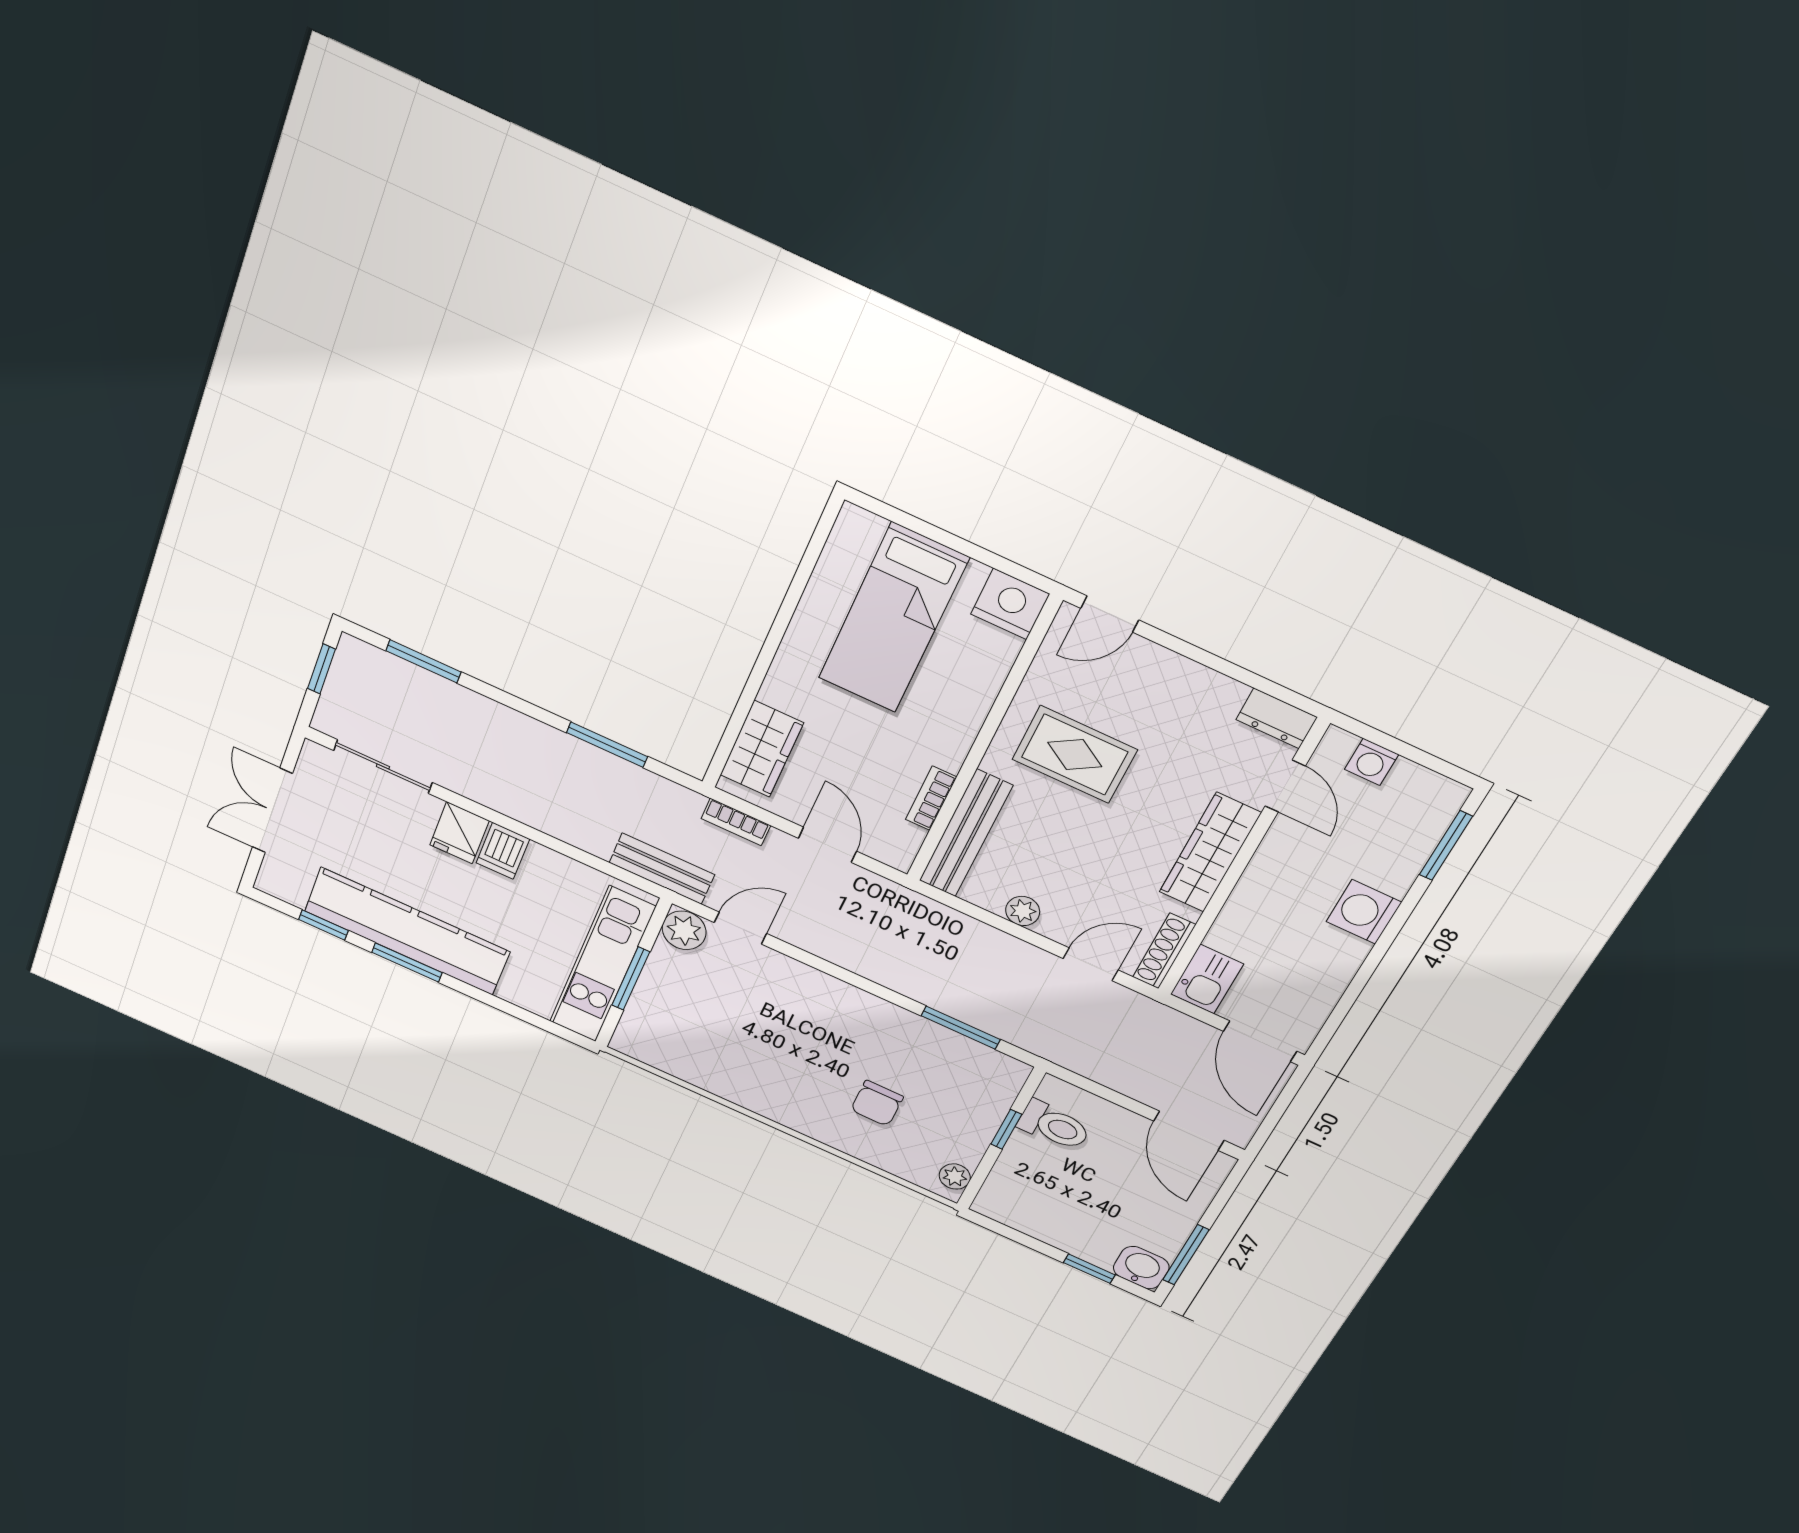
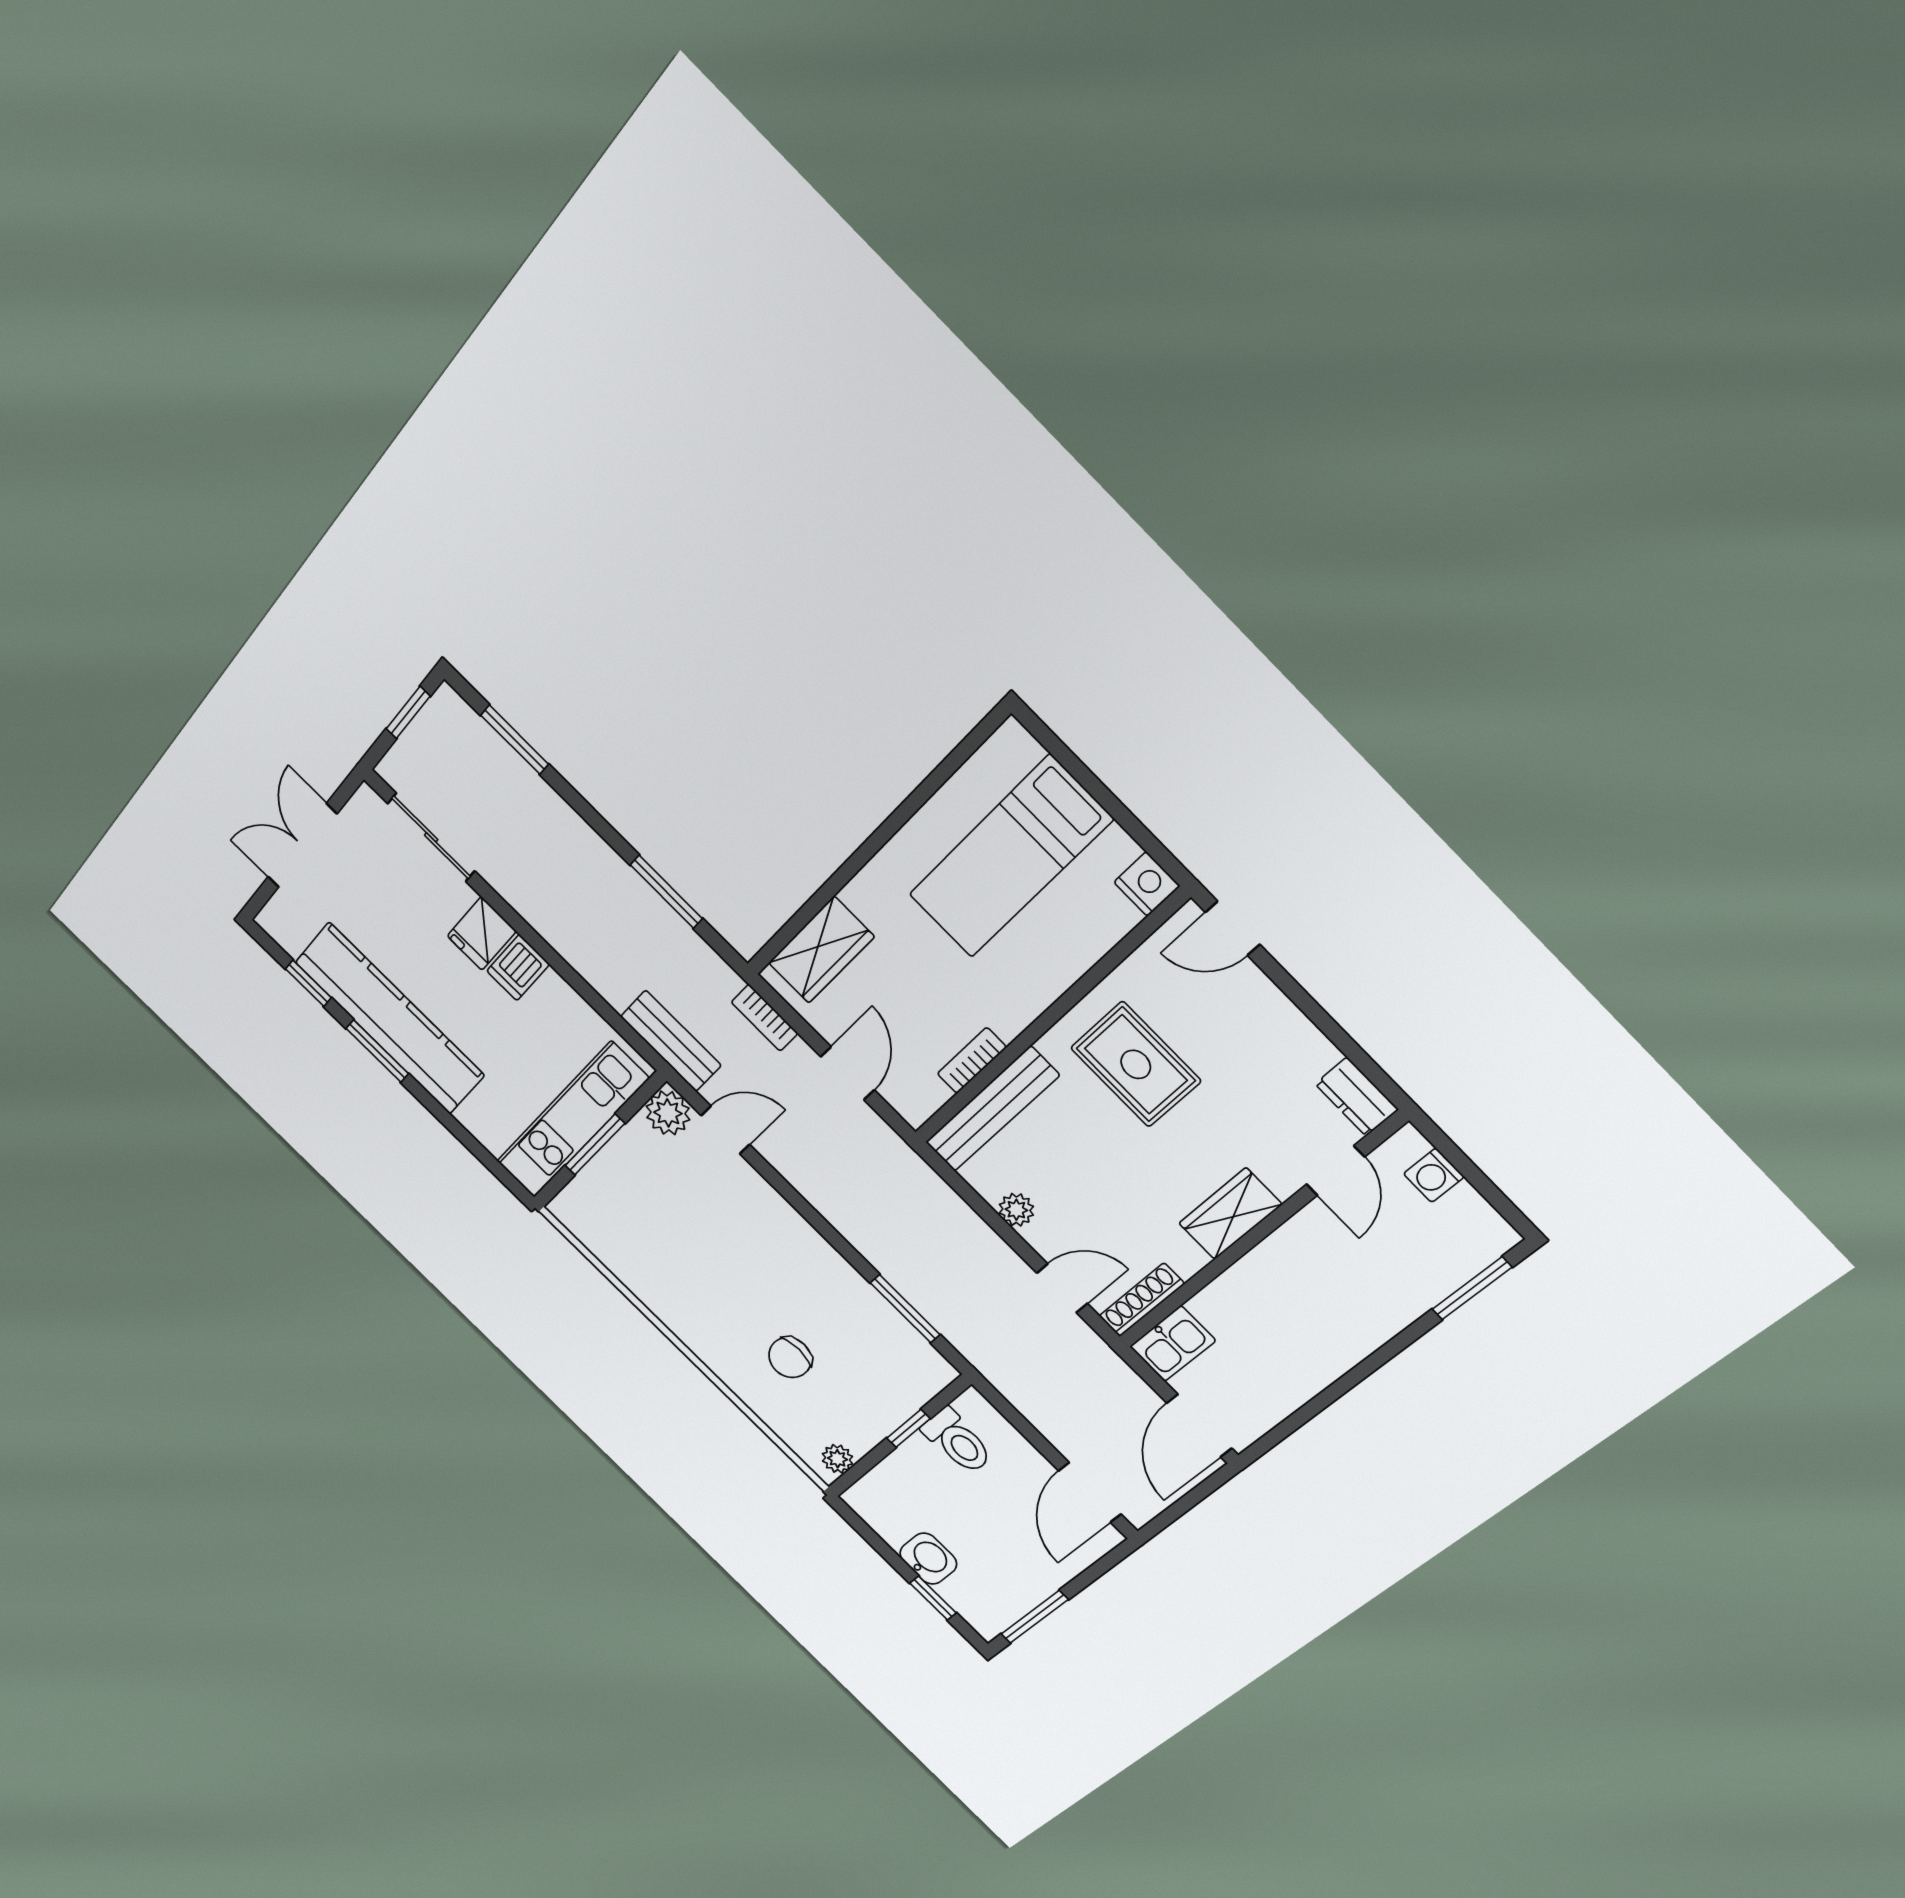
nightstand: (1010, 604) -> (1147, 884), width x0.74, depth x0.75
wardrobe: (1210, 853) -> (1230, 1214), width x0.67
washing machine: (1364, 912) -> (1360, 1329), removed
washbasin: (1141, 1268) -> (928, 1559), moved

